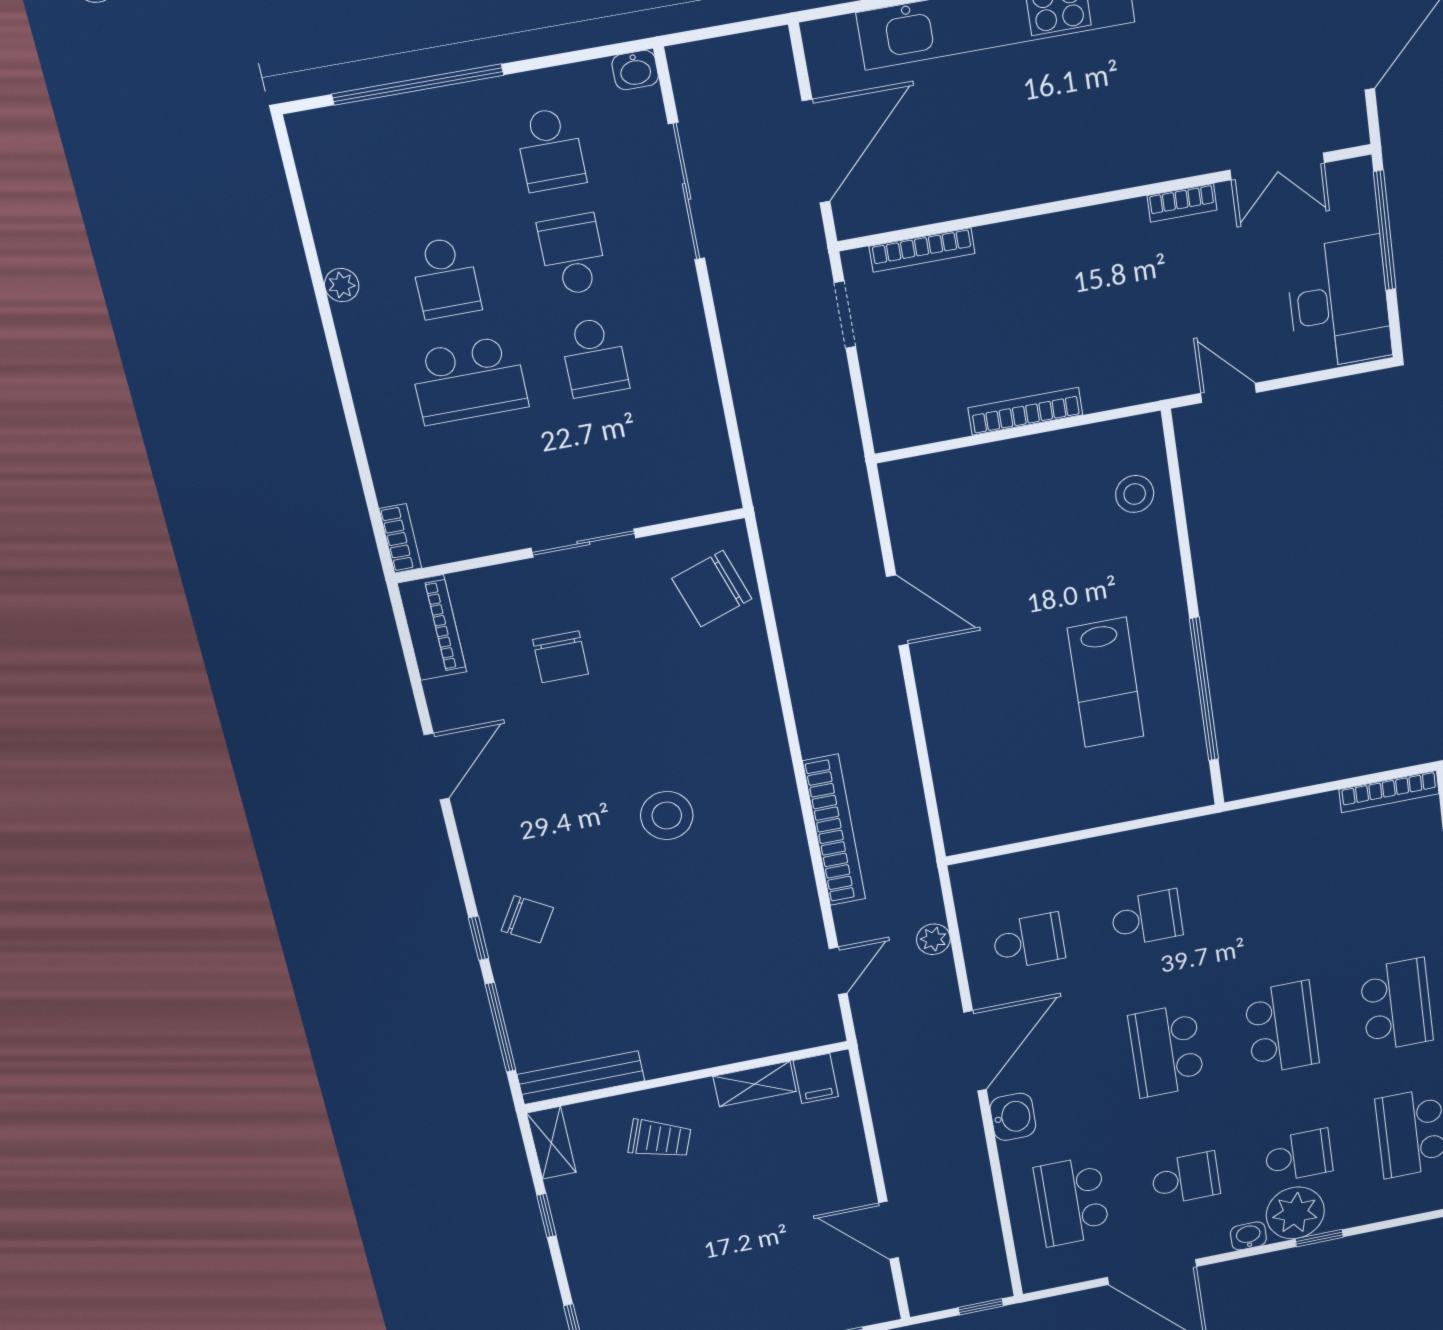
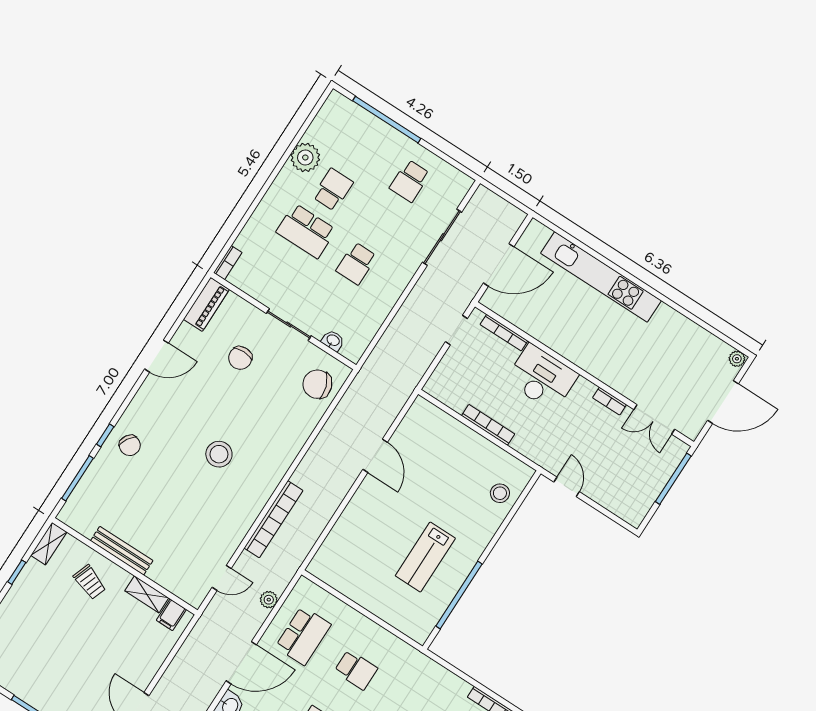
washbasin: (635, 70) -> (333, 341), moved, turned 180
school desk: (573, 255) -> (383, 222), removed
school desk: (445, 278) -> (333, 190), turned 180
plant: (342, 285) -> (305, 157), width x1.87, depth x1.87
desk: (1339, 303) -> (542, 378), moved, turned -90
school desk: (1029, 941) -> (303, 636), width x1.85
bench: (581, 1078) -> (122, 551), moved

